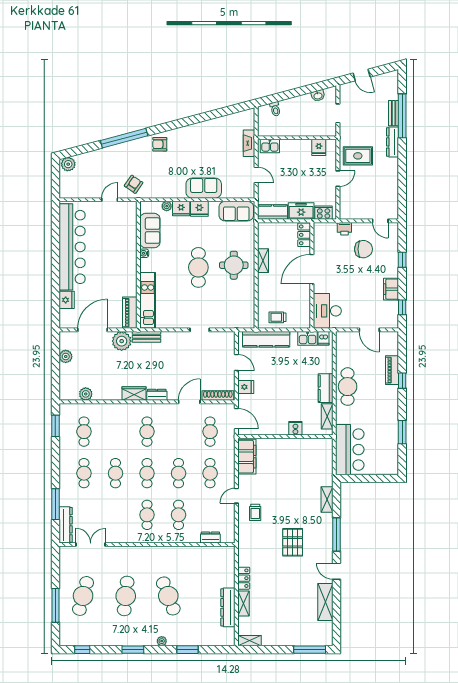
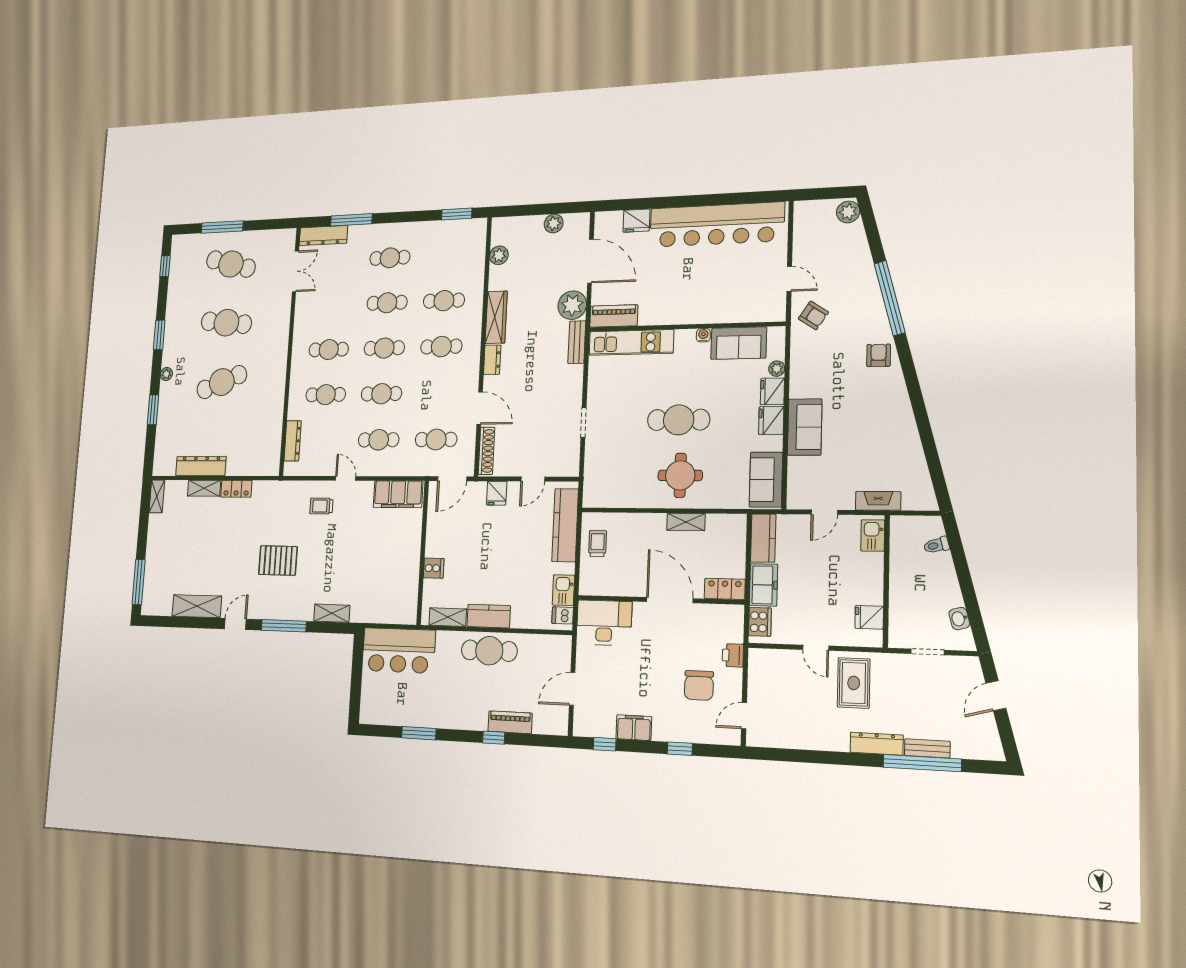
wardrobe: (134, 394) -> (496, 317), width x1.50
cafe table: (84, 432) -> (444, 301), moved
dresser: (210, 537) -> (293, 441), width x1.44

